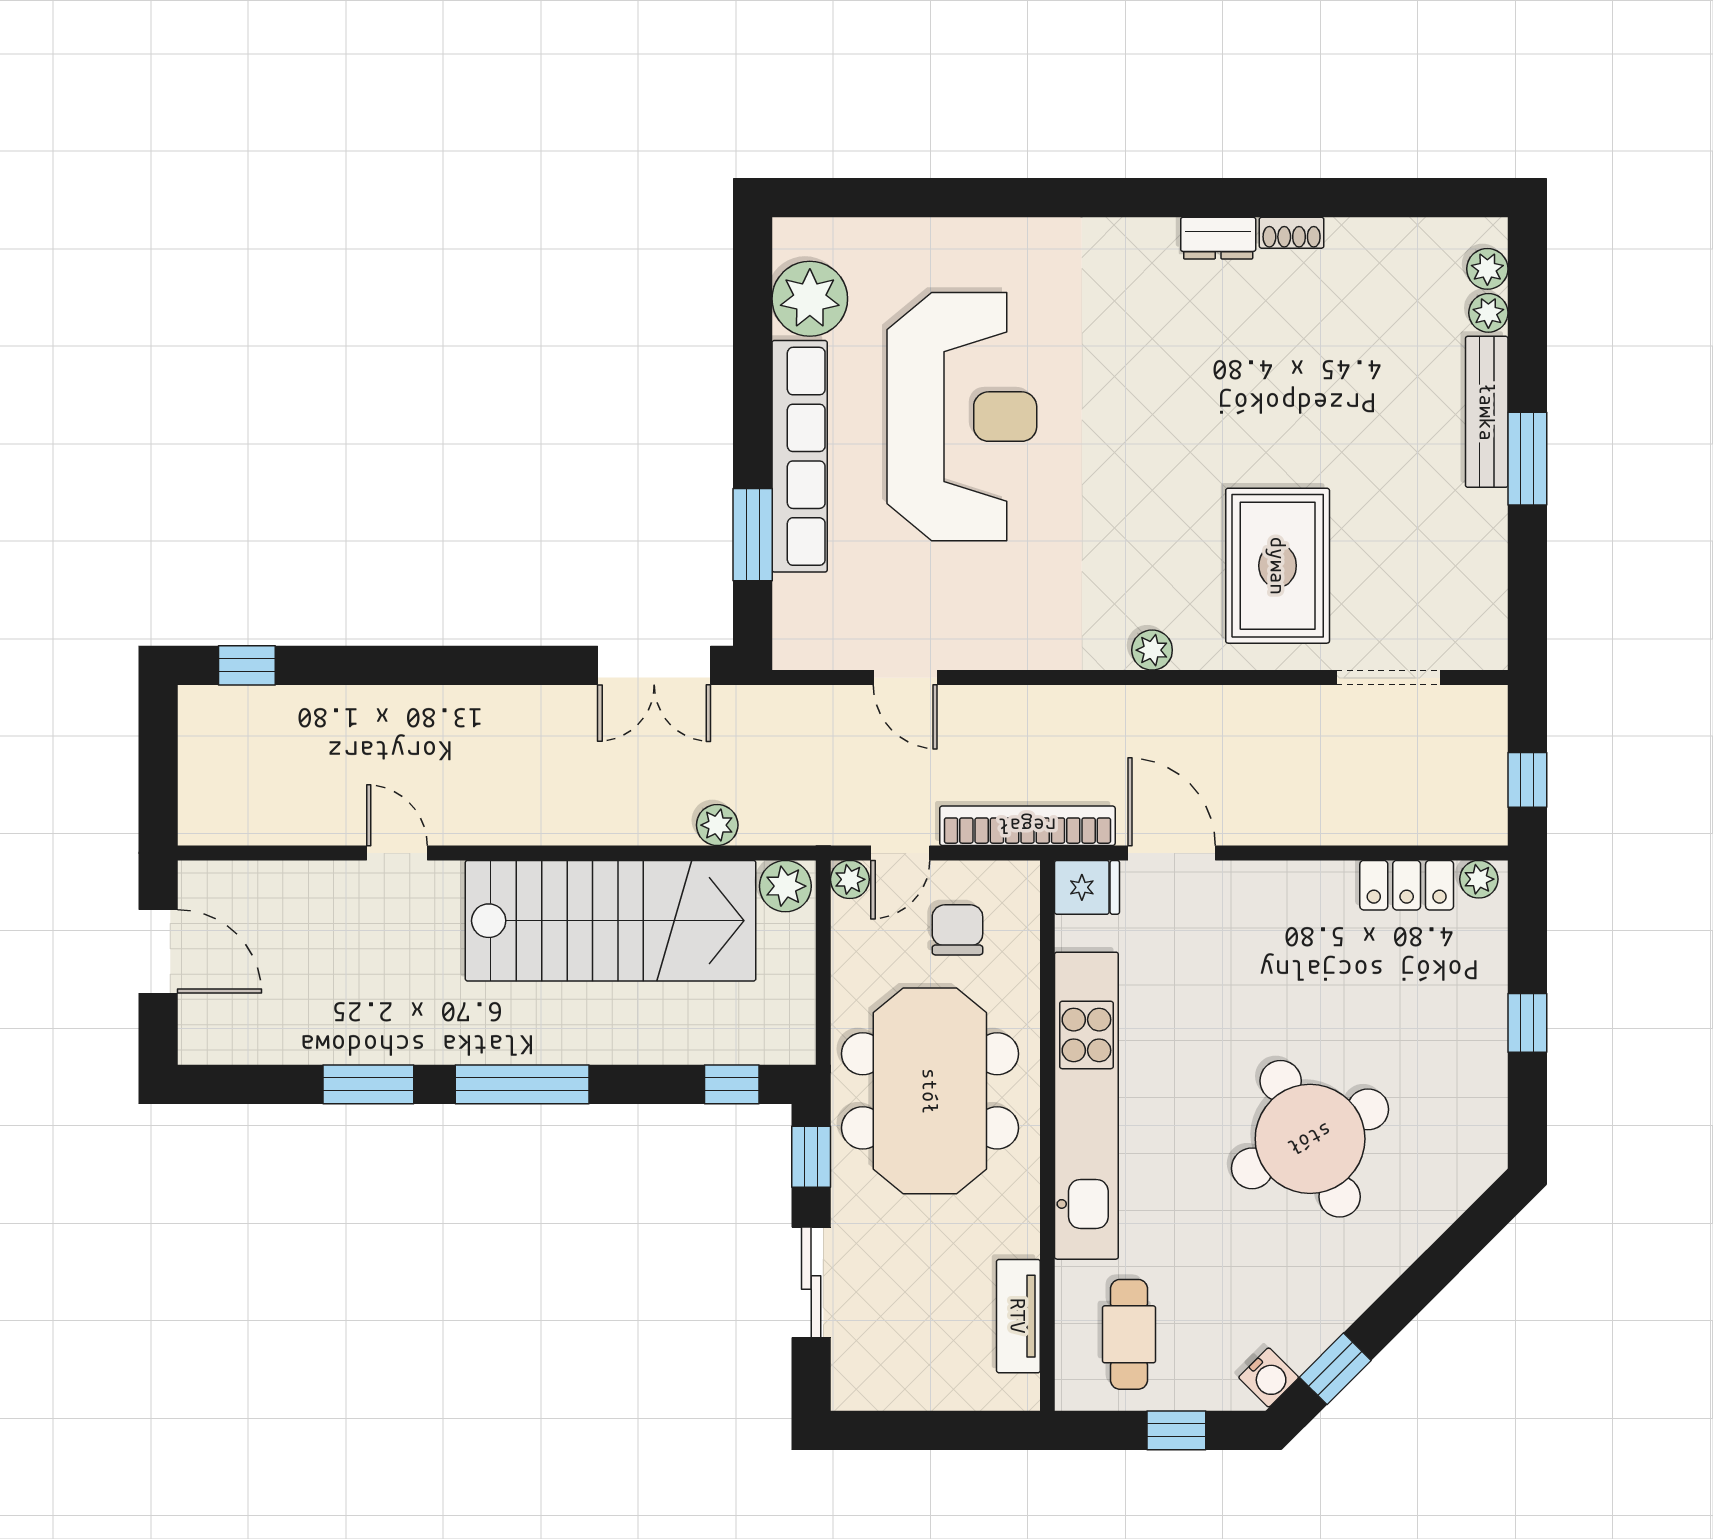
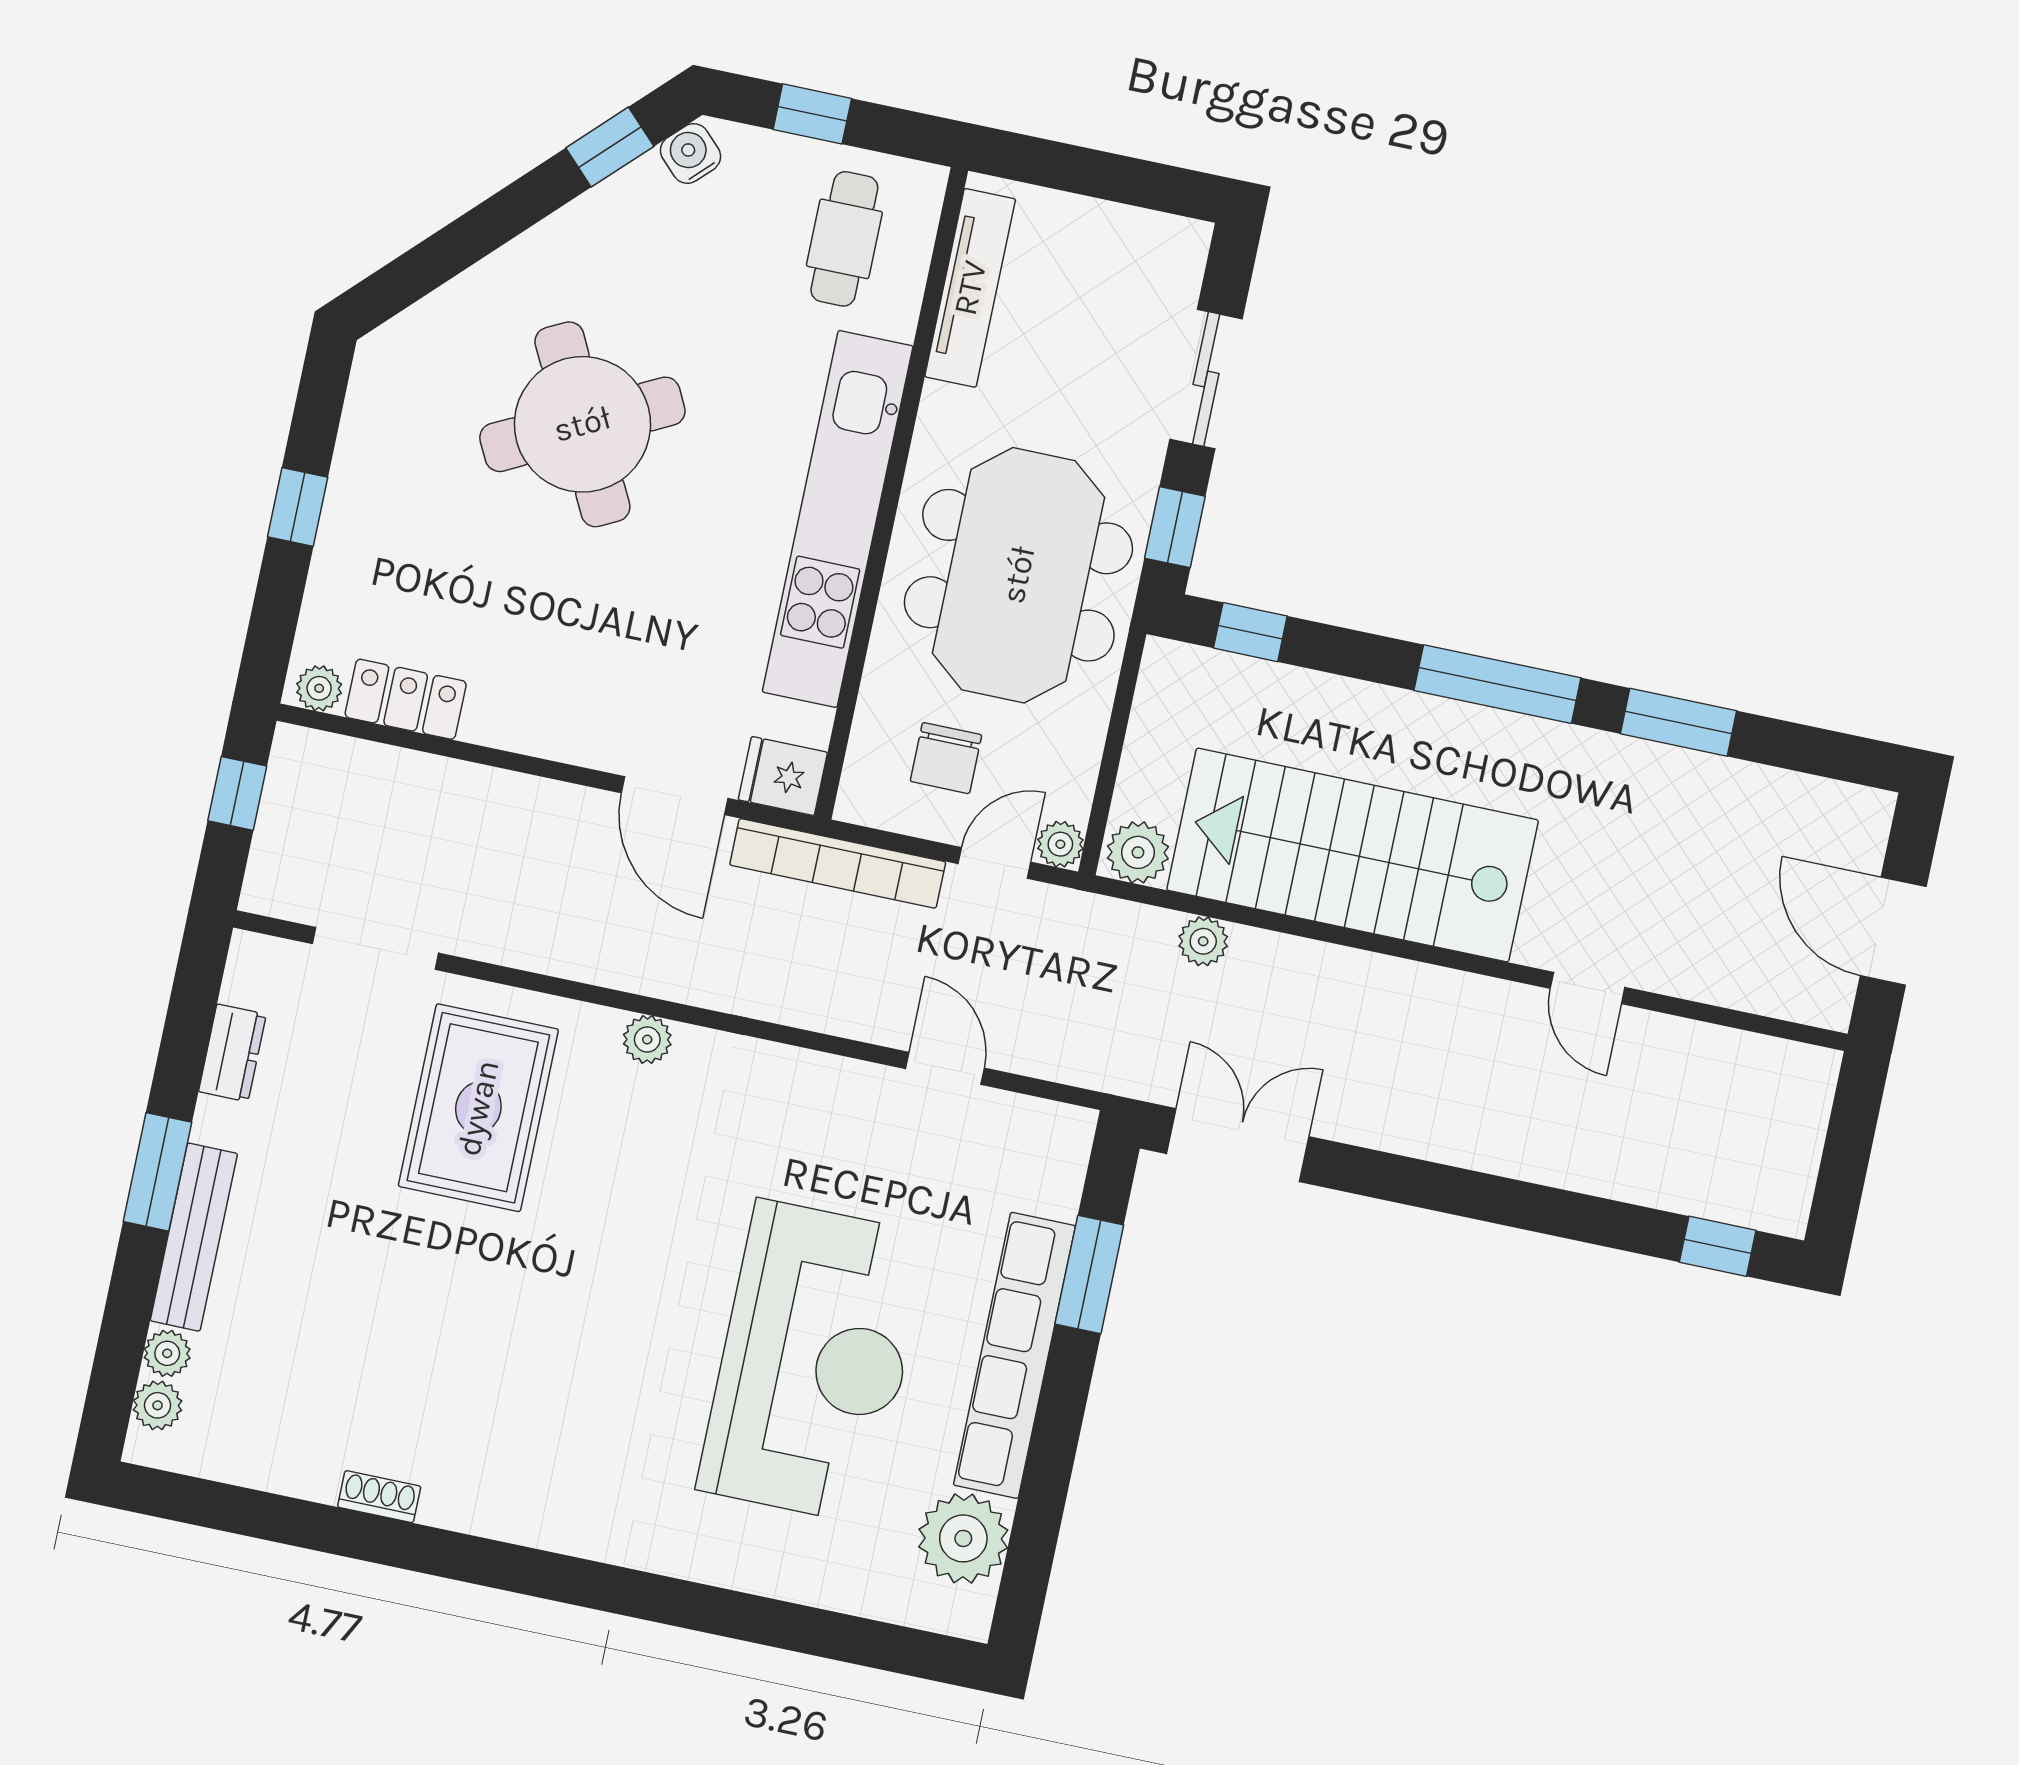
dresser: (1218, 238) -> (232, 1053), moved, turned 90
reception desk: (962, 417) -> (813, 1362), turned 180
tv unit: (1018, 1316) -> (970, 288), width x1.41

